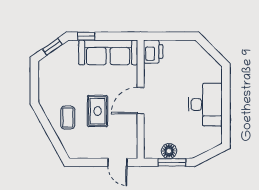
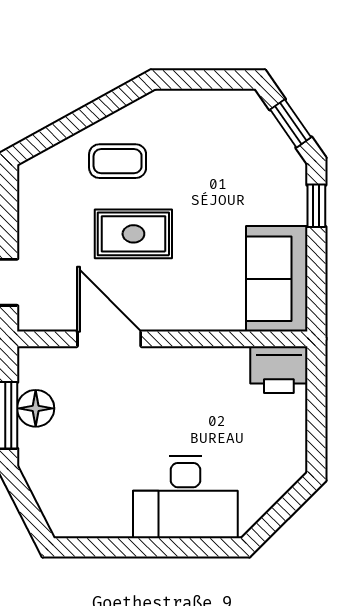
sofa: (108, 52) -> (277, 279), width x0.73
door: (141, 101) -> (109, 339), moved
desk: (205, 105) -> (185, 497), moved

